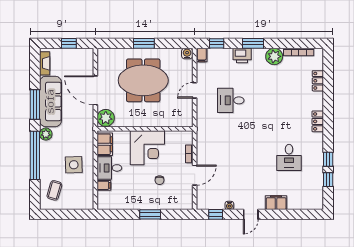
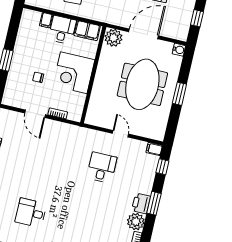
water cooler: (187, 54) -> (179, 50), moved
printer: (242, 55) -> (141, 203), moved

